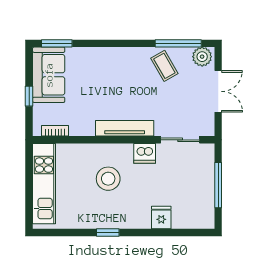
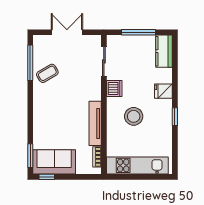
plant: (202, 57) -> (40, 45), removed
window: (29, 96) -> (47, 177), moved
tv unit: (125, 128) -> (95, 123), moved
fridge: (161, 218) -> (163, 91), moved
kitchen counter: (193, 218) -> (164, 51), added

